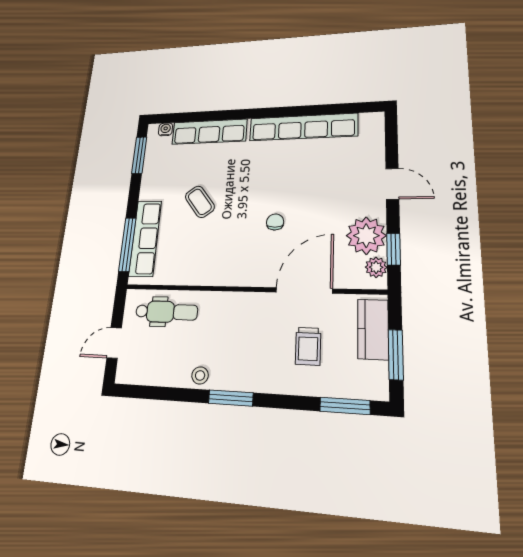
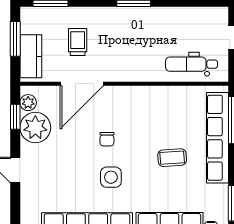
side table: (272, 178) -> (111, 177), added
coffee table: (200, 202) -> (172, 158), turned -57
row of seats: (145, 238) -> (217, 138), width x1.36
stool: (200, 375) -> (159, 17), removed

